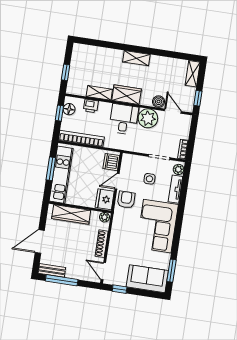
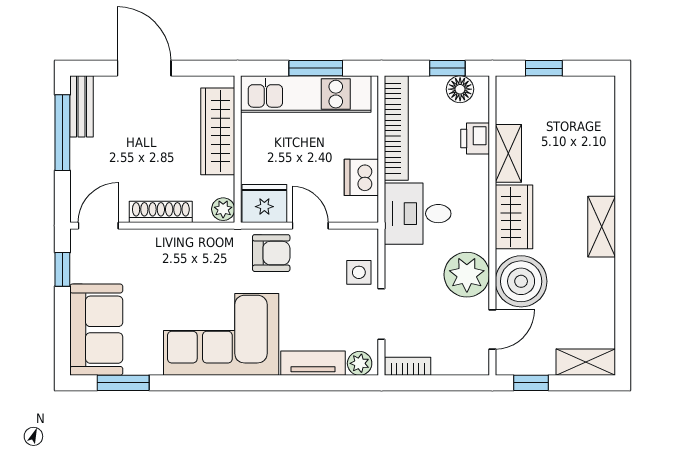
boiler: (159, 102) -> (521, 281), width x1.86, depth x1.86
desk: (124, 119) -> (418, 214), moved, turned 180
dishwasher: (111, 162) -> (361, 177), moved, turned -90
side table: (149, 179) -> (359, 272), moved

